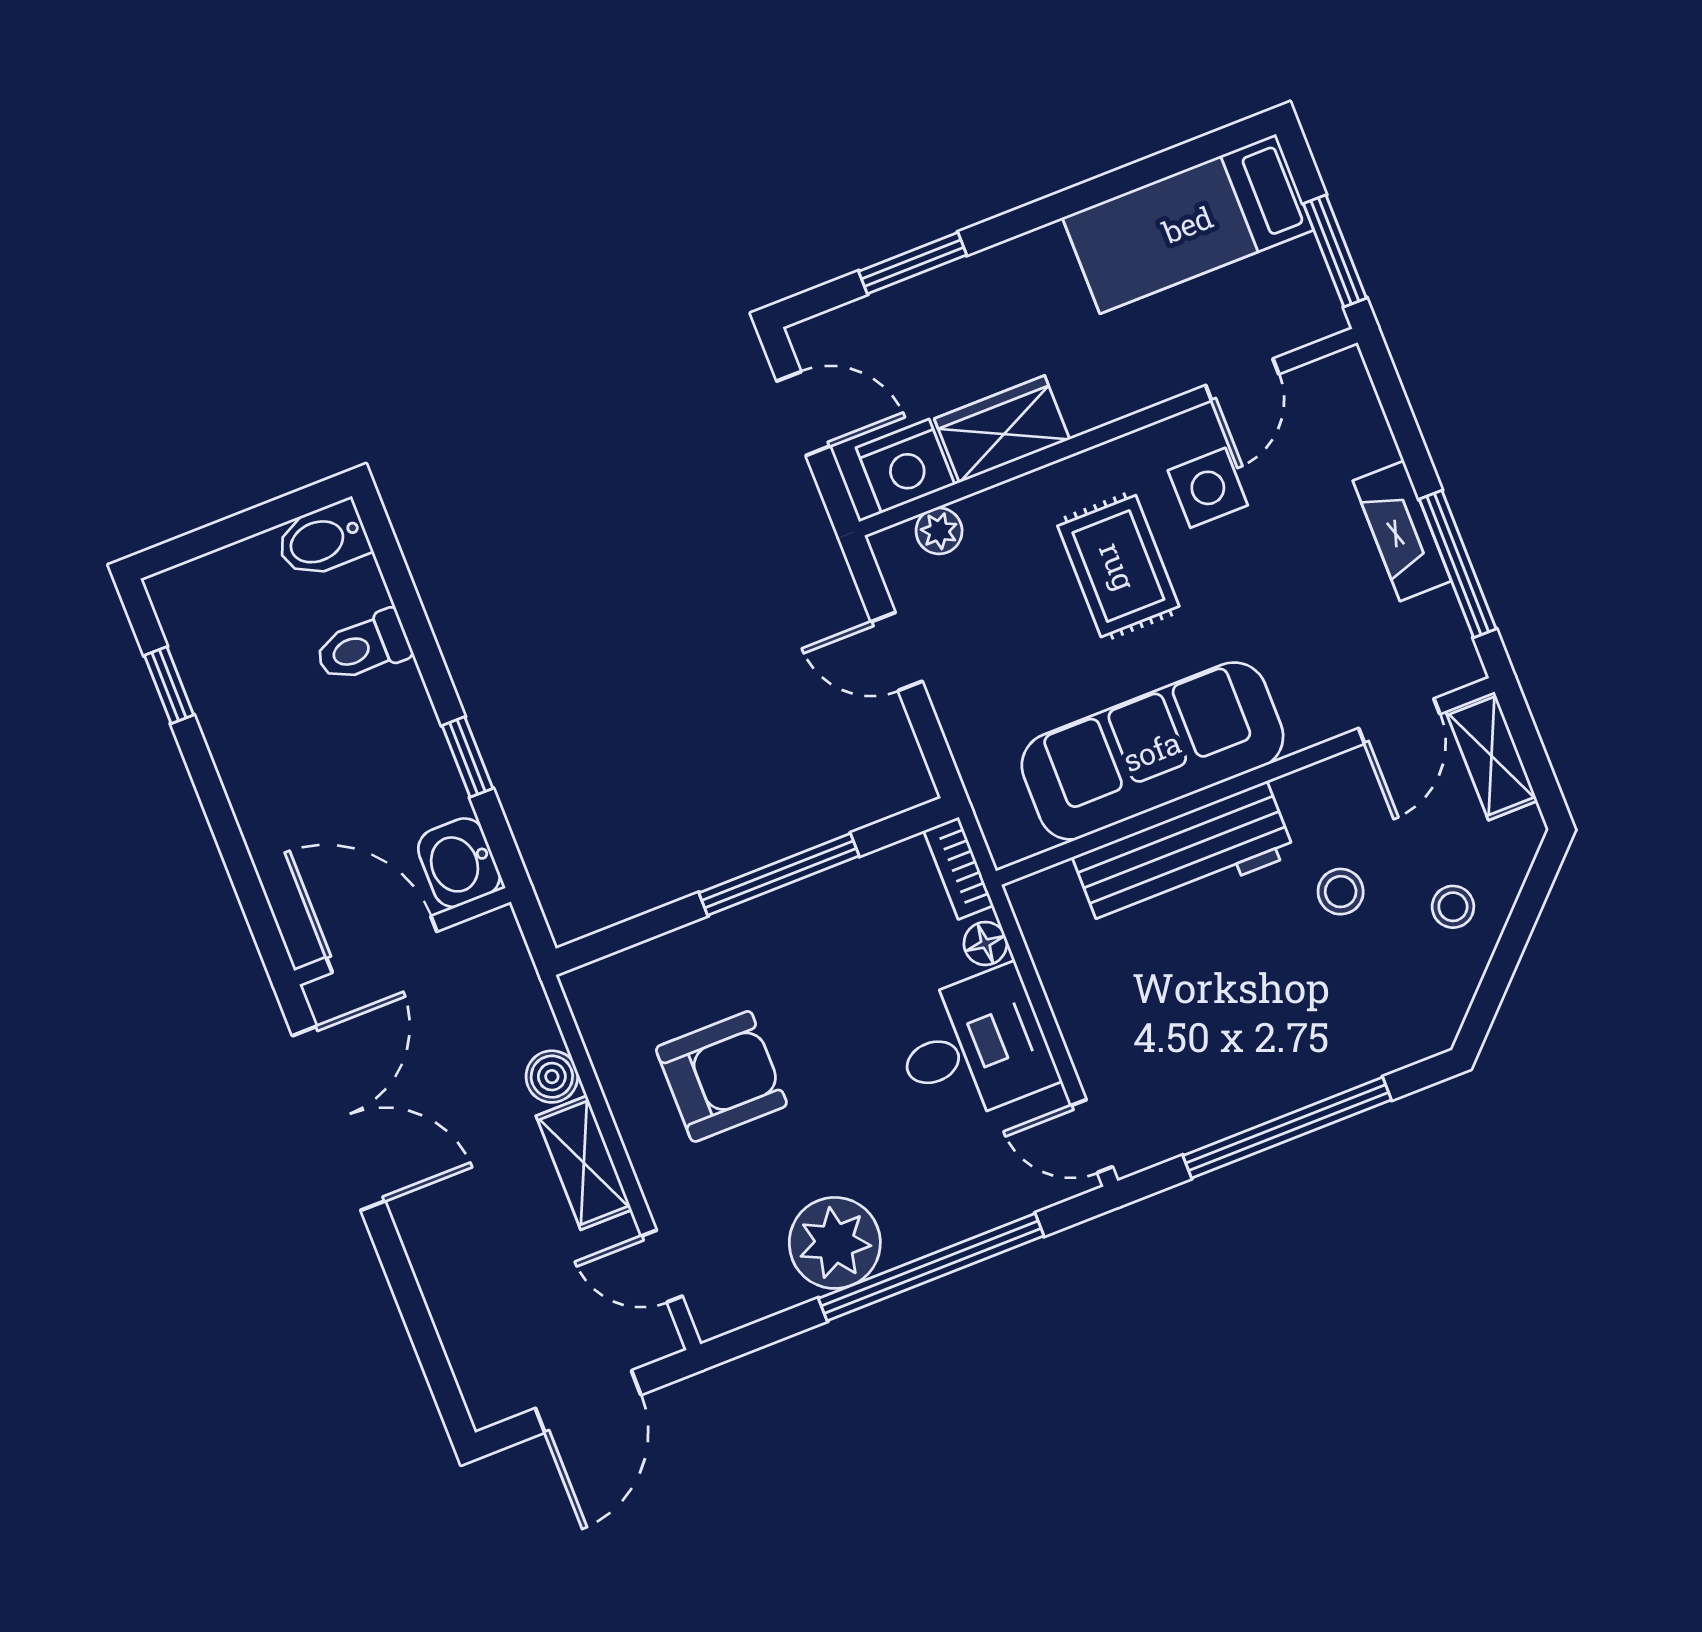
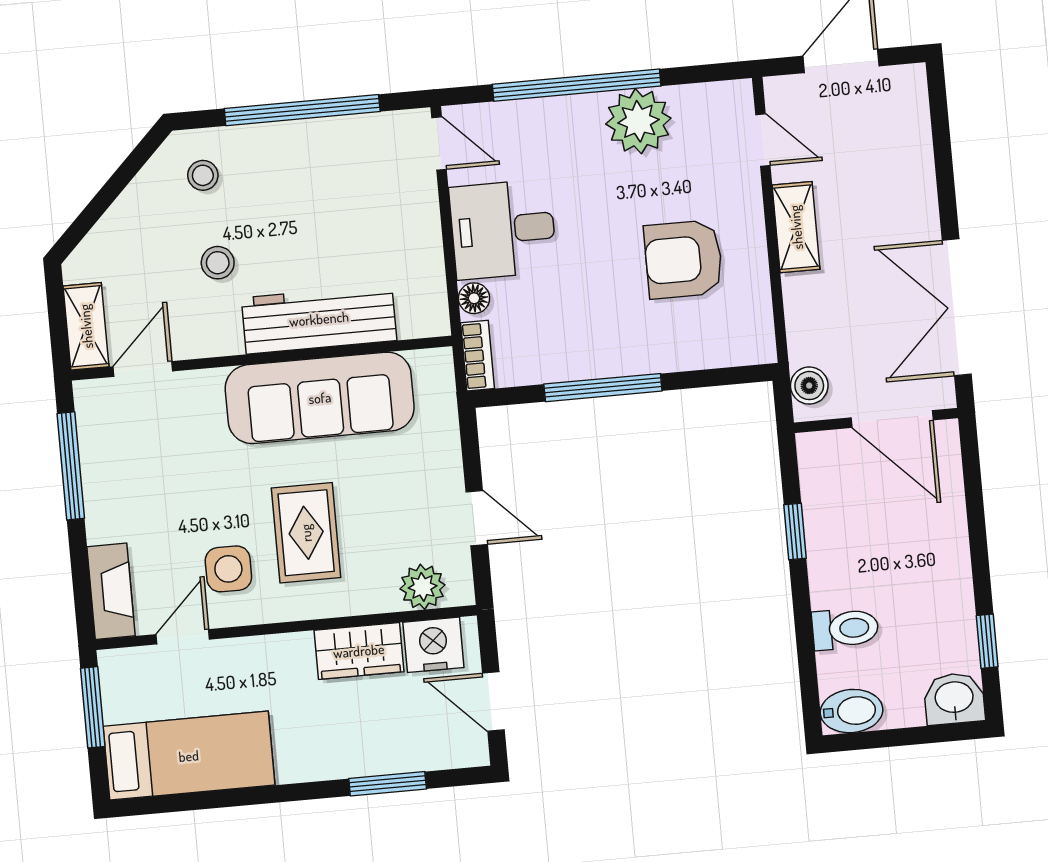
plant: (939, 531) -> (423, 587), width x1.38, depth x1.38
fireplace: (1402, 531) -> (111, 591), moved
washbasin: (459, 863) -> (954, 699), moved, turned -90
stool: (1453, 907) -> (203, 175), moved
boiler: (552, 1077) -> (809, 386), moved

